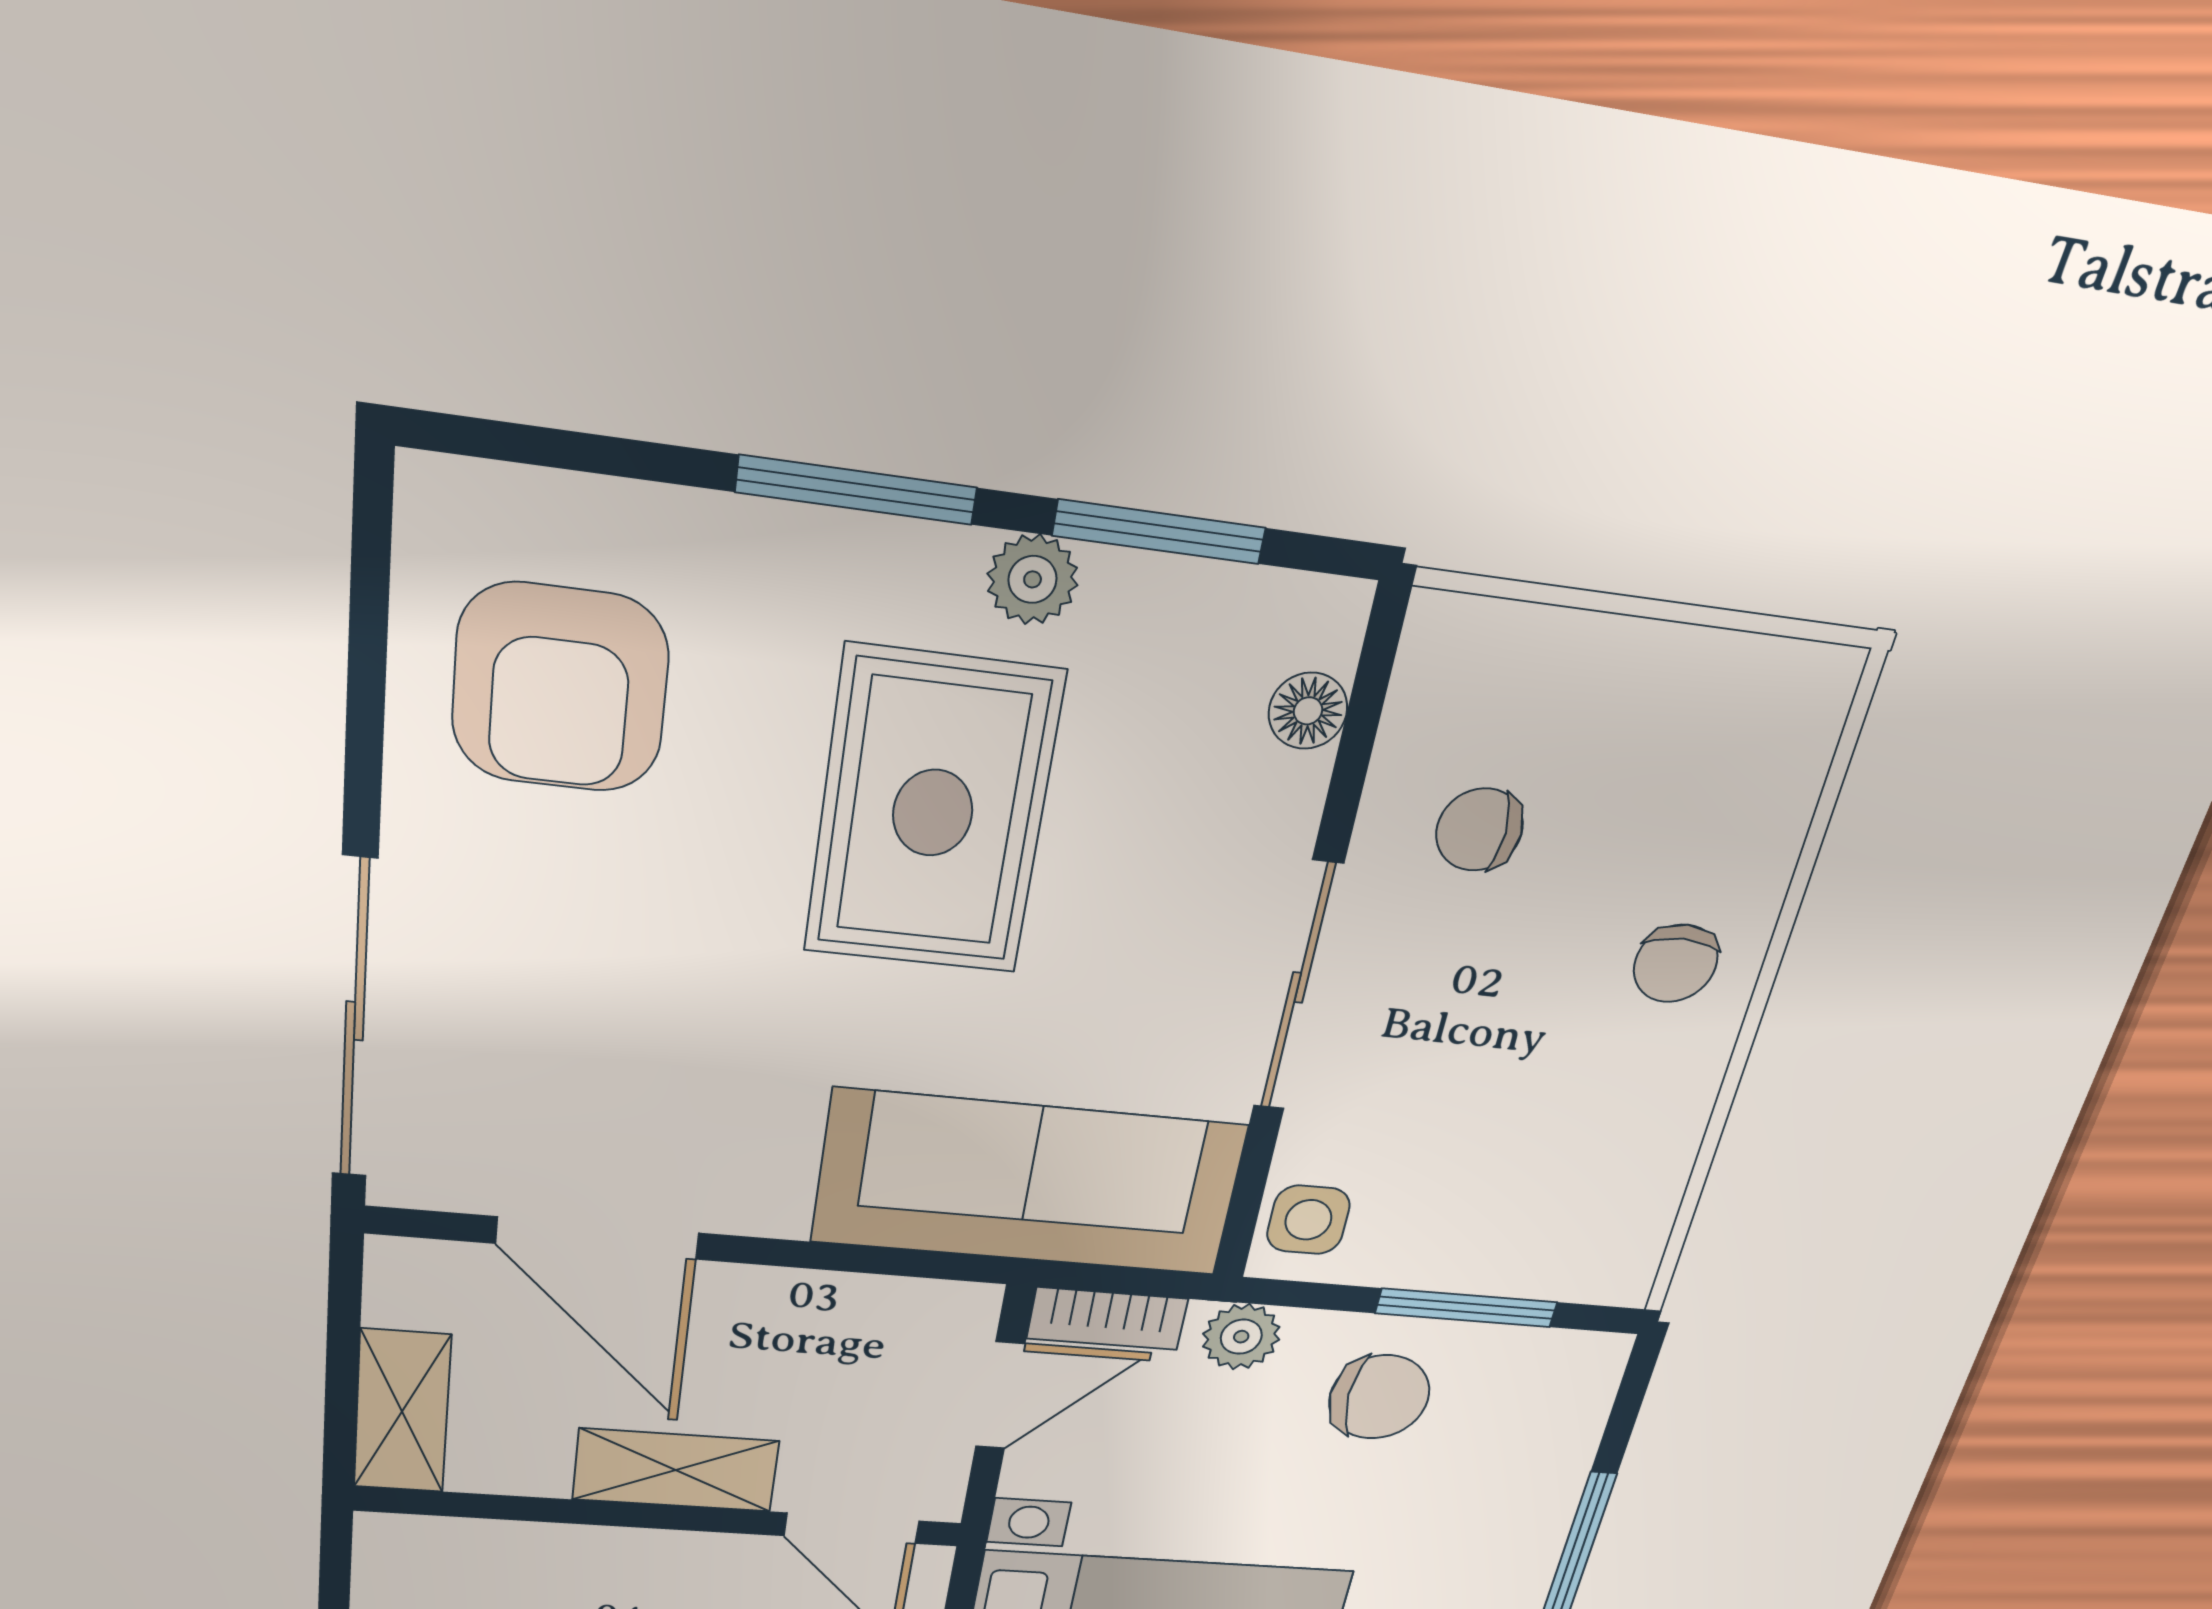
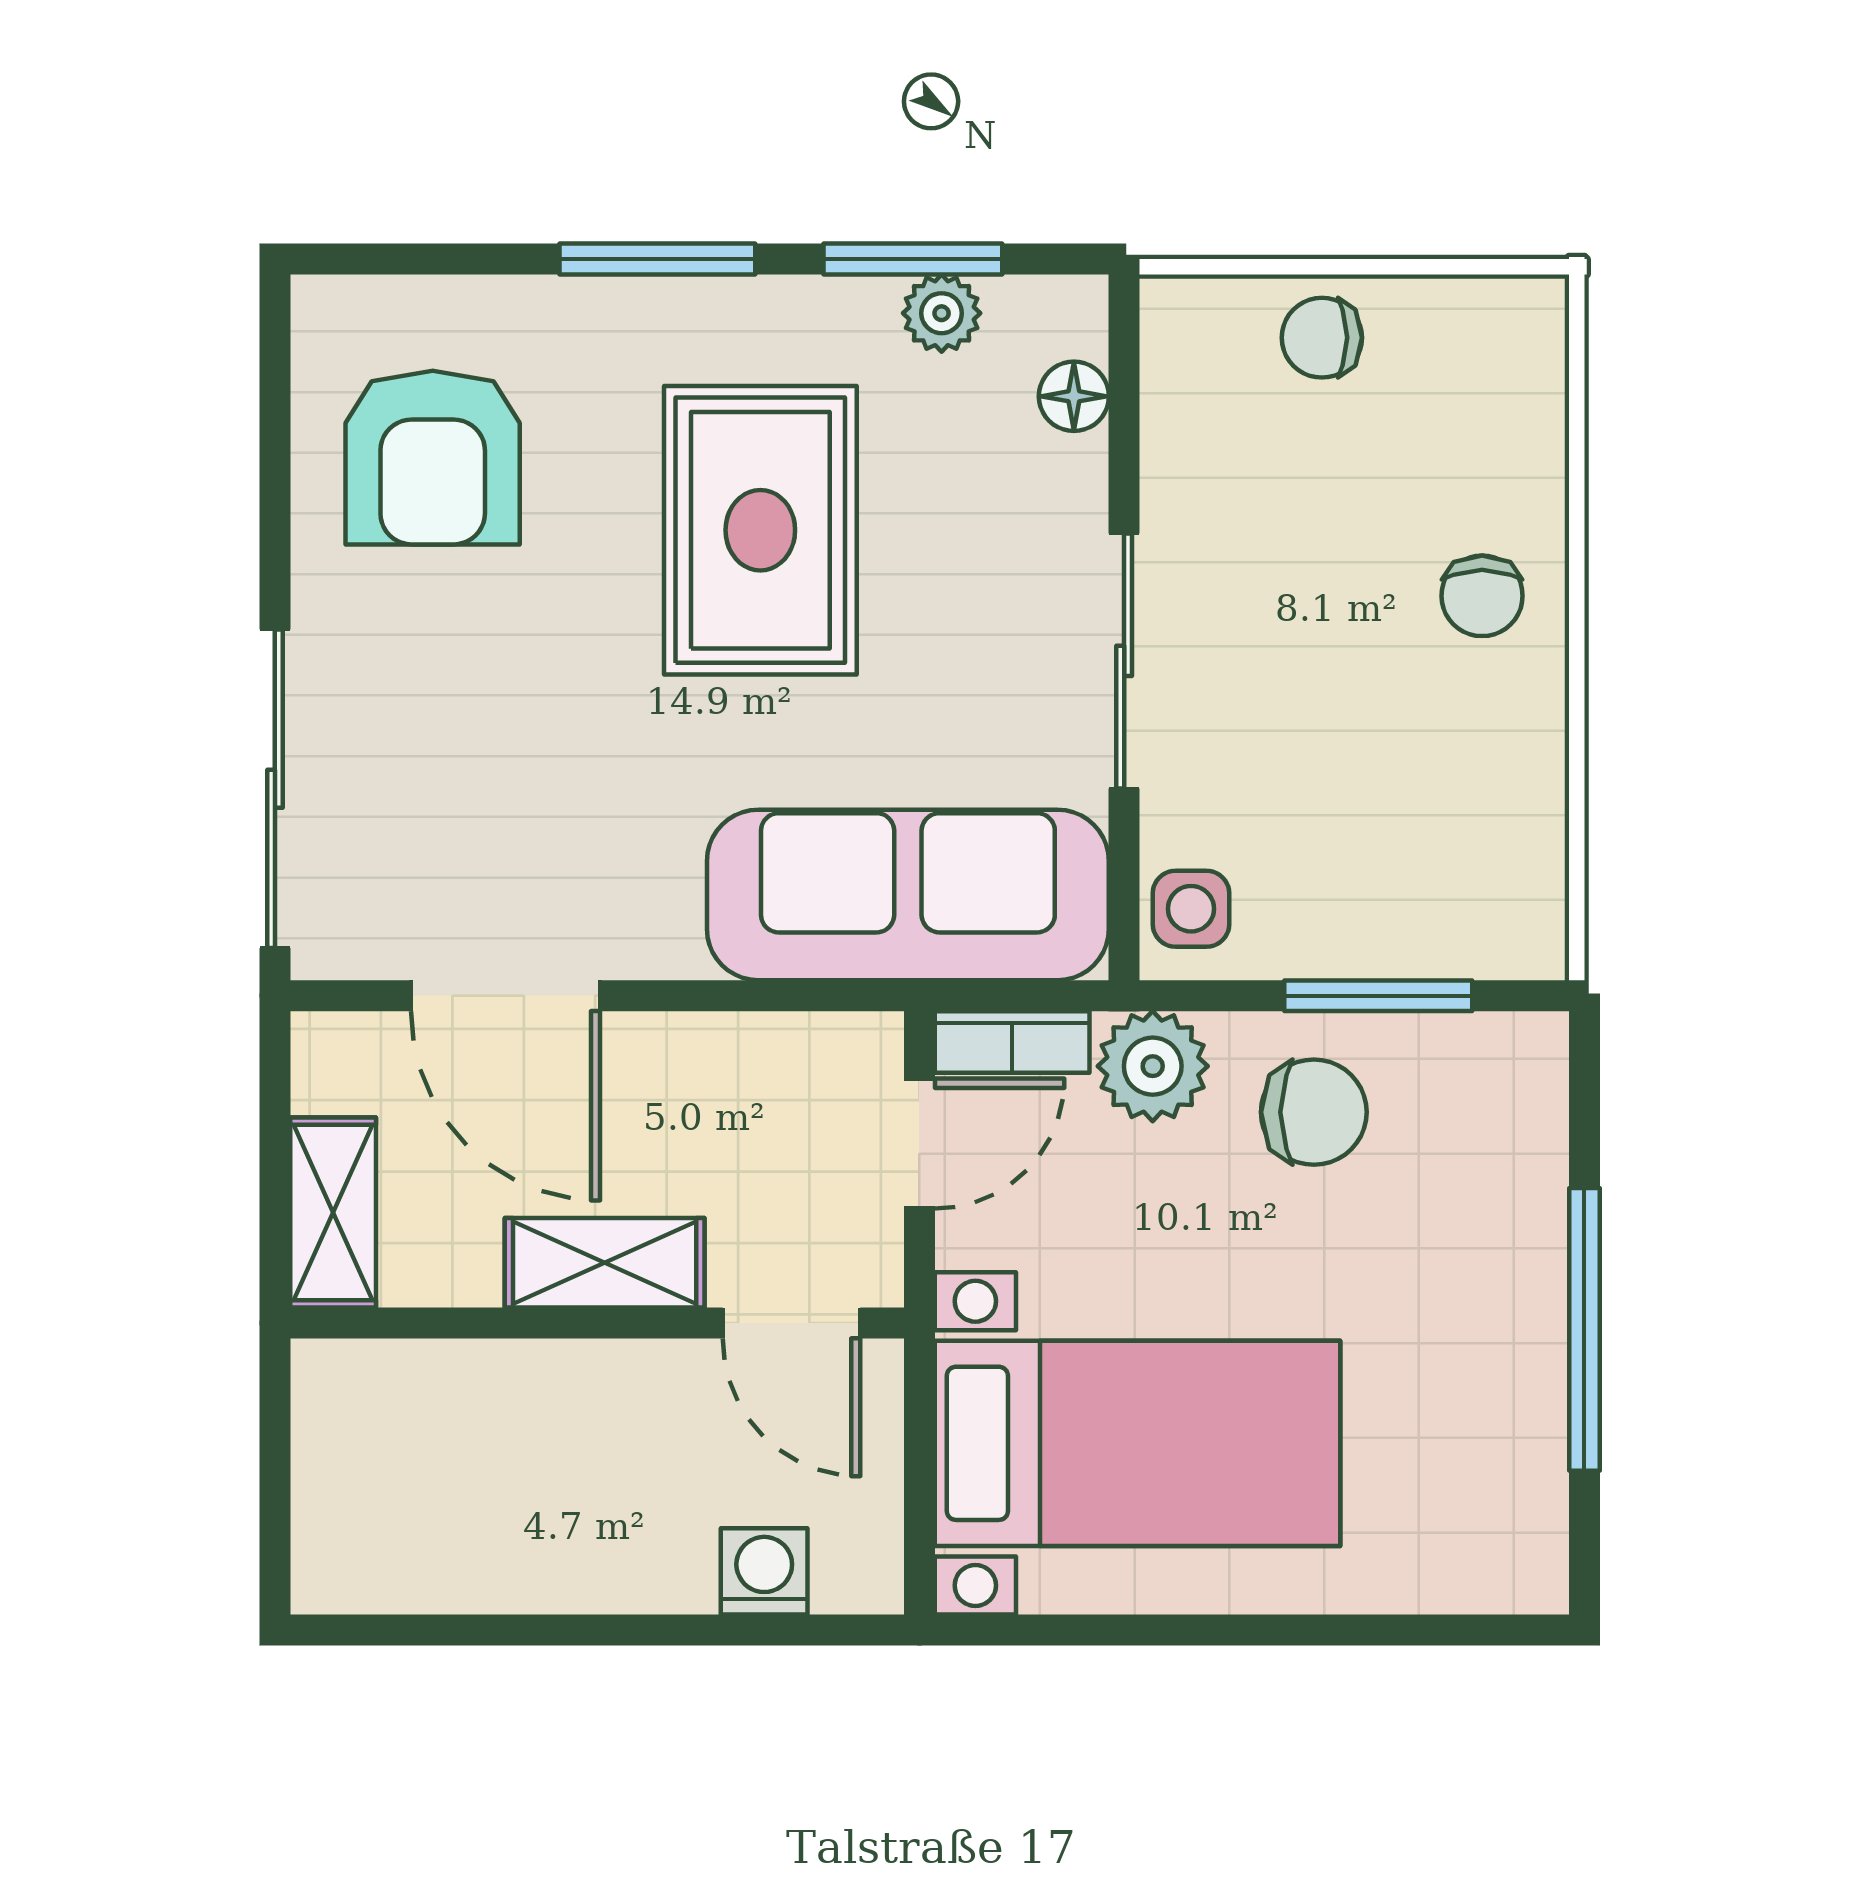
plant: (1033, 579) -> (942, 313), moved
chair: (1479, 830) -> (1322, 338), moved
plant: (1241, 1337) -> (1153, 1066), width x1.38, depth x1.38

